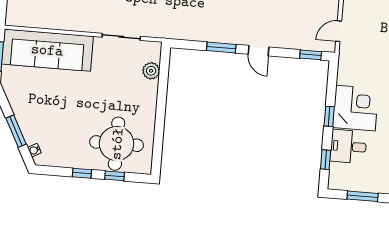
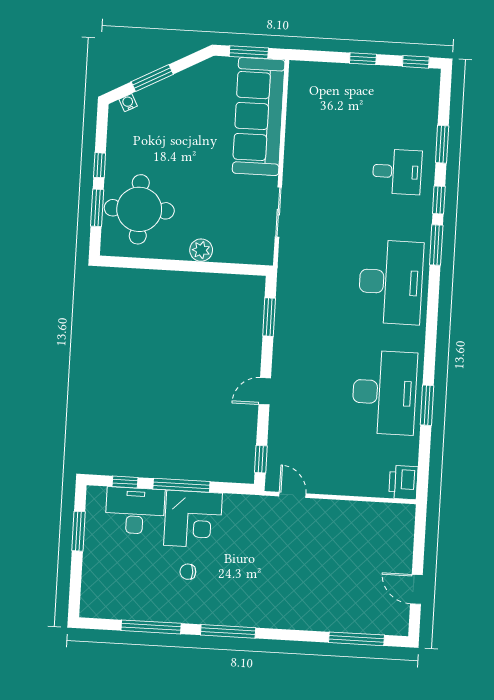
window: (221, 47) -> (269, 317), moved
plant: (151, 71) -> (201, 250), moved
window: (329, 116) -> (181, 485), width x2.17
desk: (348, 146) -> (135, 511), width x1.37
window: (115, 176) -> (97, 208), width x1.50

